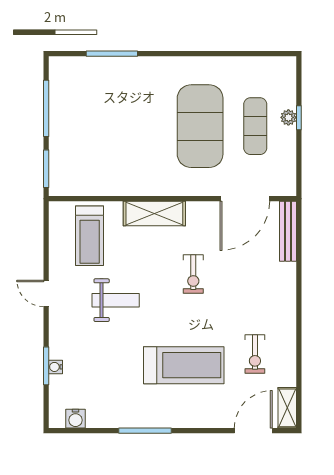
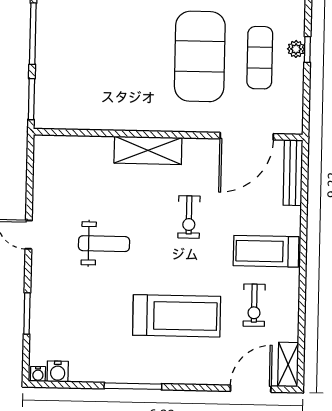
treadmill: (90, 236) -> (266, 251), moved, turned 90
water cooler: (55, 367) -> (38, 374), moved, turned -90

